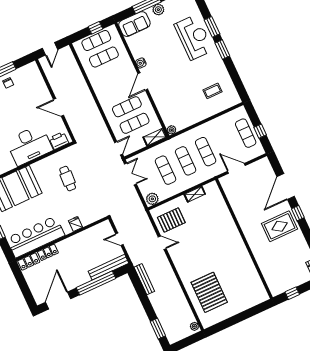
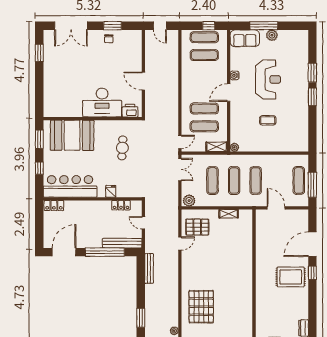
reception desk: (194, 37) -> (268, 79), moved
door: (50, 49) -> (160, 26), hinge flipped
coffee table: (213, 91) -> (268, 120), moved
window: (260, 131) -> (312, 185), width x2.17
door: (162, 243) -> (180, 243), hinge flipped
locker: (48, 252) -> (121, 205), moved

